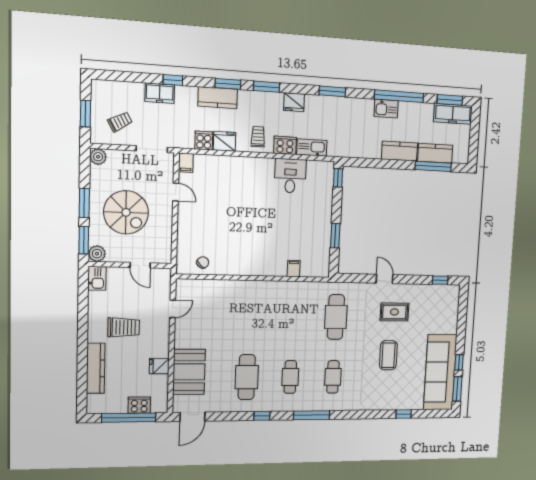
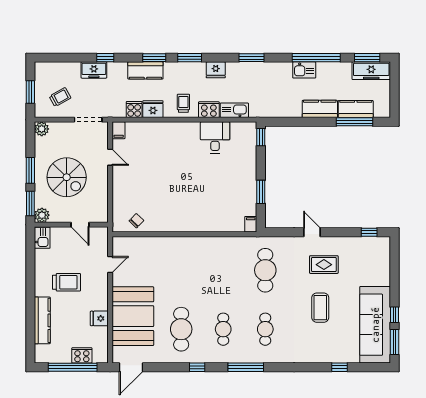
filing cabinet: (294, 269) -> (251, 224), moved
booth: (189, 372) -> (133, 316), width x1.36, depth x1.42

